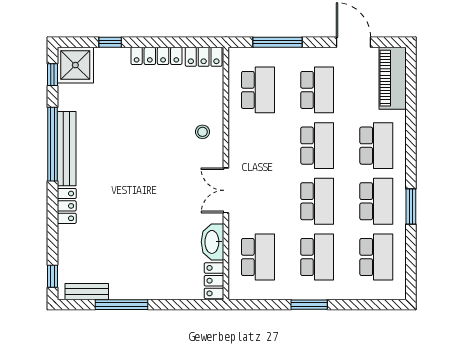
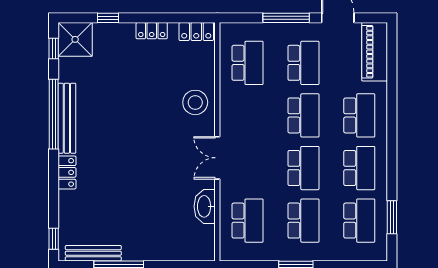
window: (278, 42) -> (286, 18), moved
locker: (156, 56) -> (152, 31), width x0.66
stool: (203, 132) -> (195, 102), width x1.89, depth x1.89
window: (411, 207) -> (392, 217), moved
locker: (214, 281) -> (206, 243), removed
bench: (87, 292) -> (93, 253), width x1.36

